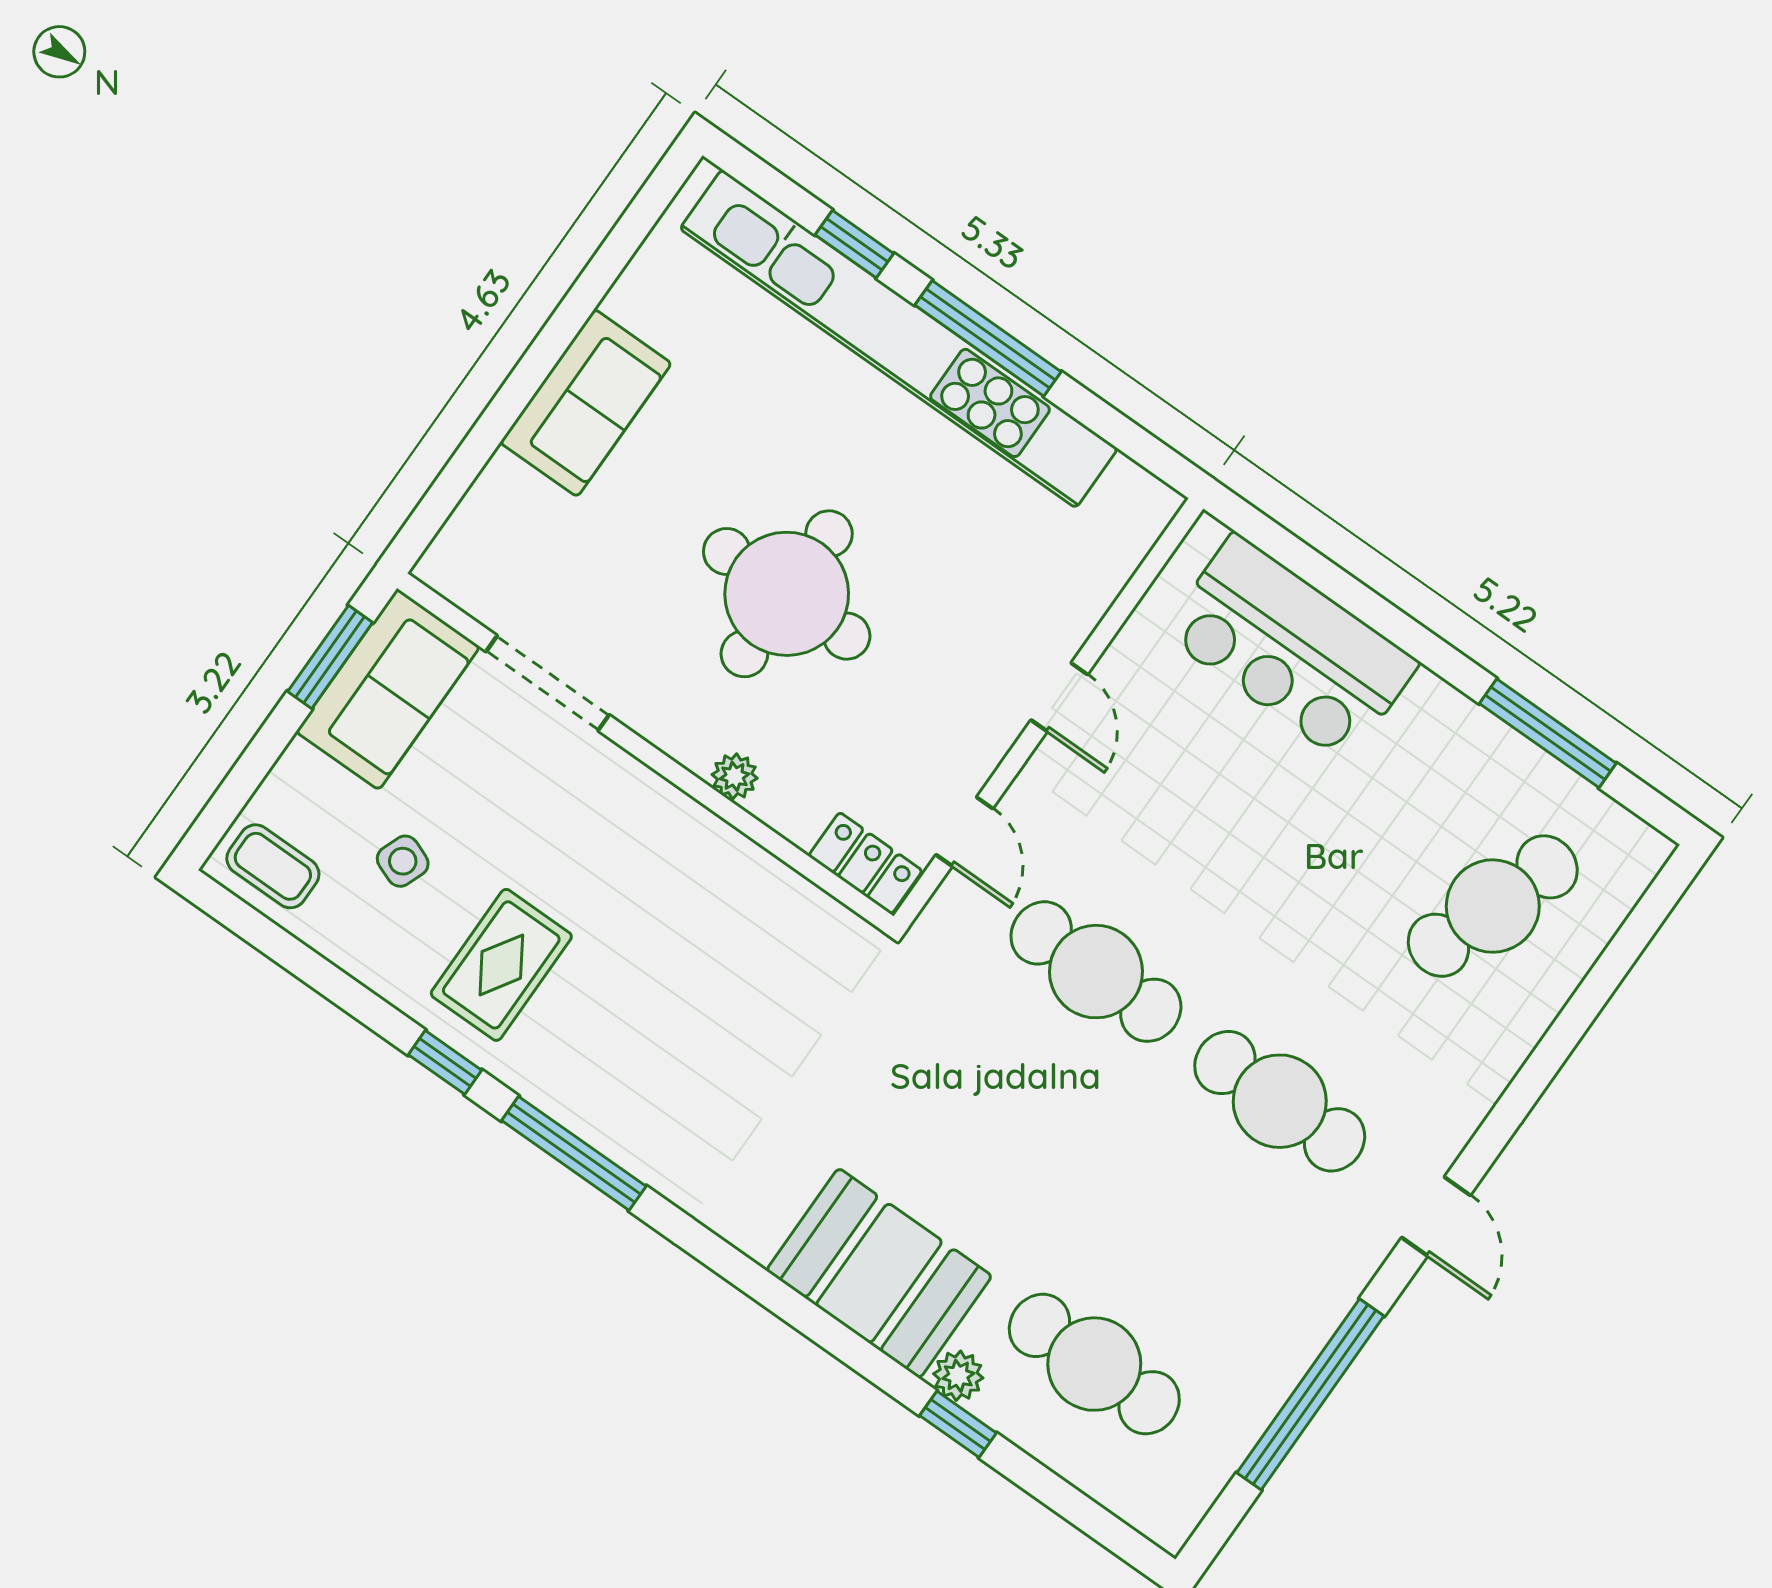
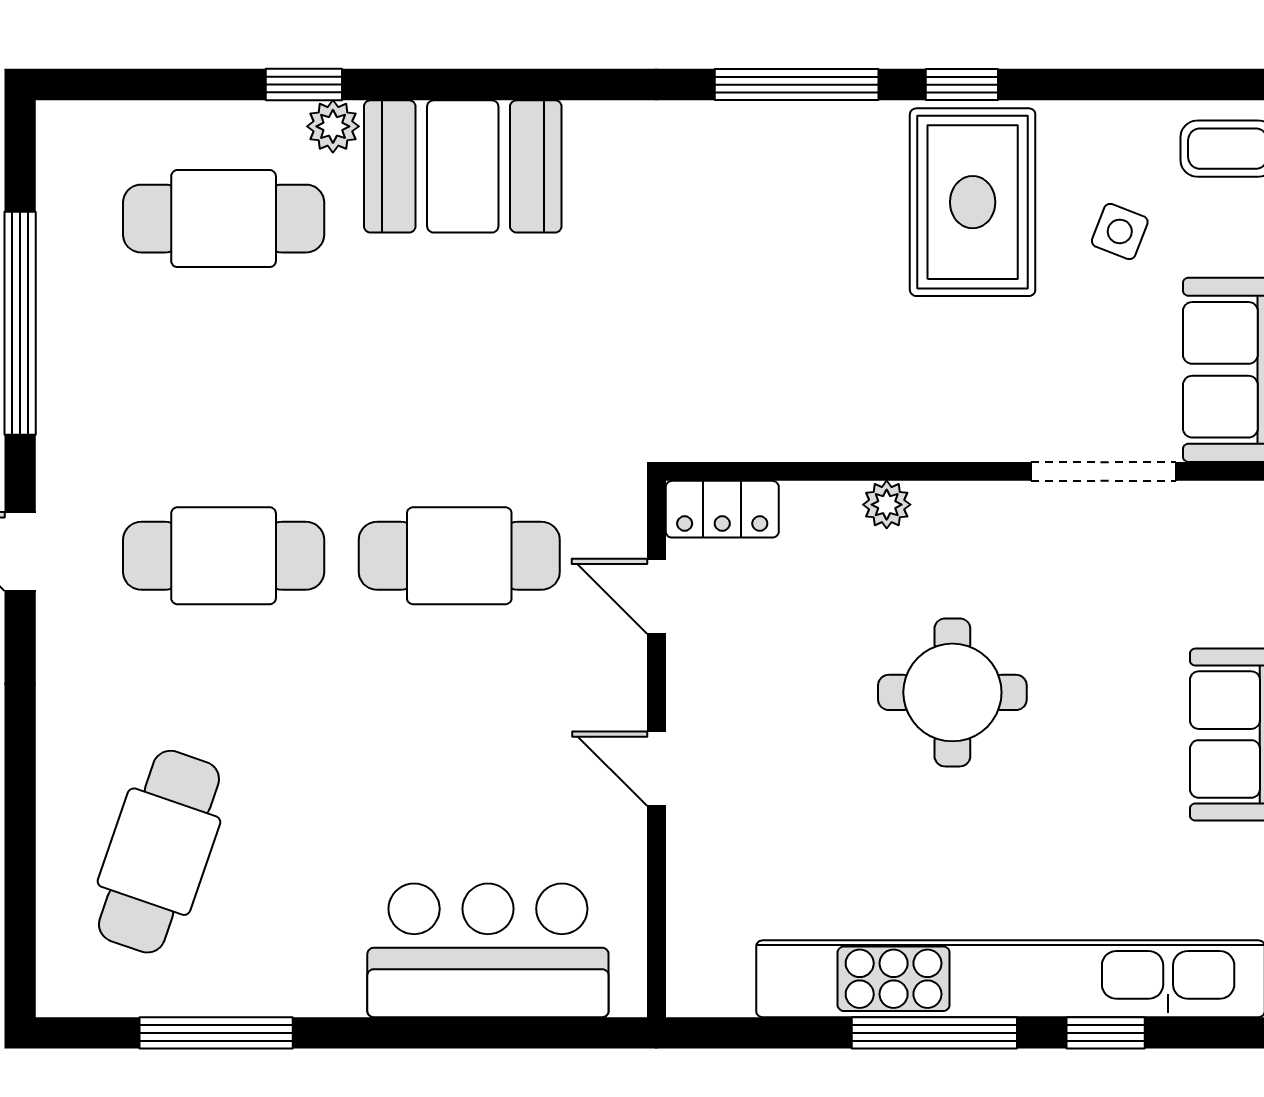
round table: (787, 594) -> (952, 692), width x0.73, depth x0.73
rug: (501, 965) -> (973, 202), width x1.36, depth x1.43

